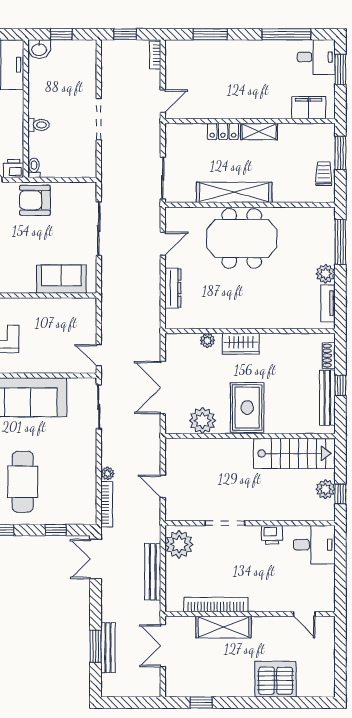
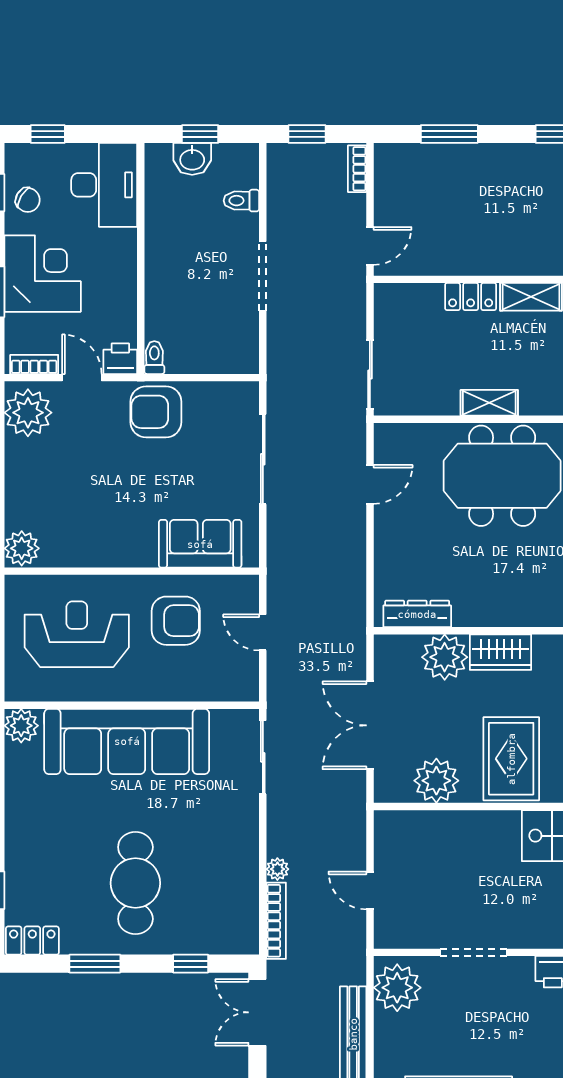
washbasin: (39, 49) -> (192, 159), moved
toilet: (39, 125) -> (241, 201), moved, turned 180
shelving: (234, 192) -> (489, 403), width x0.45, depth x0.75
dresser: (173, 288) -> (417, 614), moved, turned -90
armchair: (47, 325) -> (176, 621), added
plant: (207, 340) -> (445, 657), width x1.88, depth x1.88
door: (99, 355) -> (263, 632), moved

